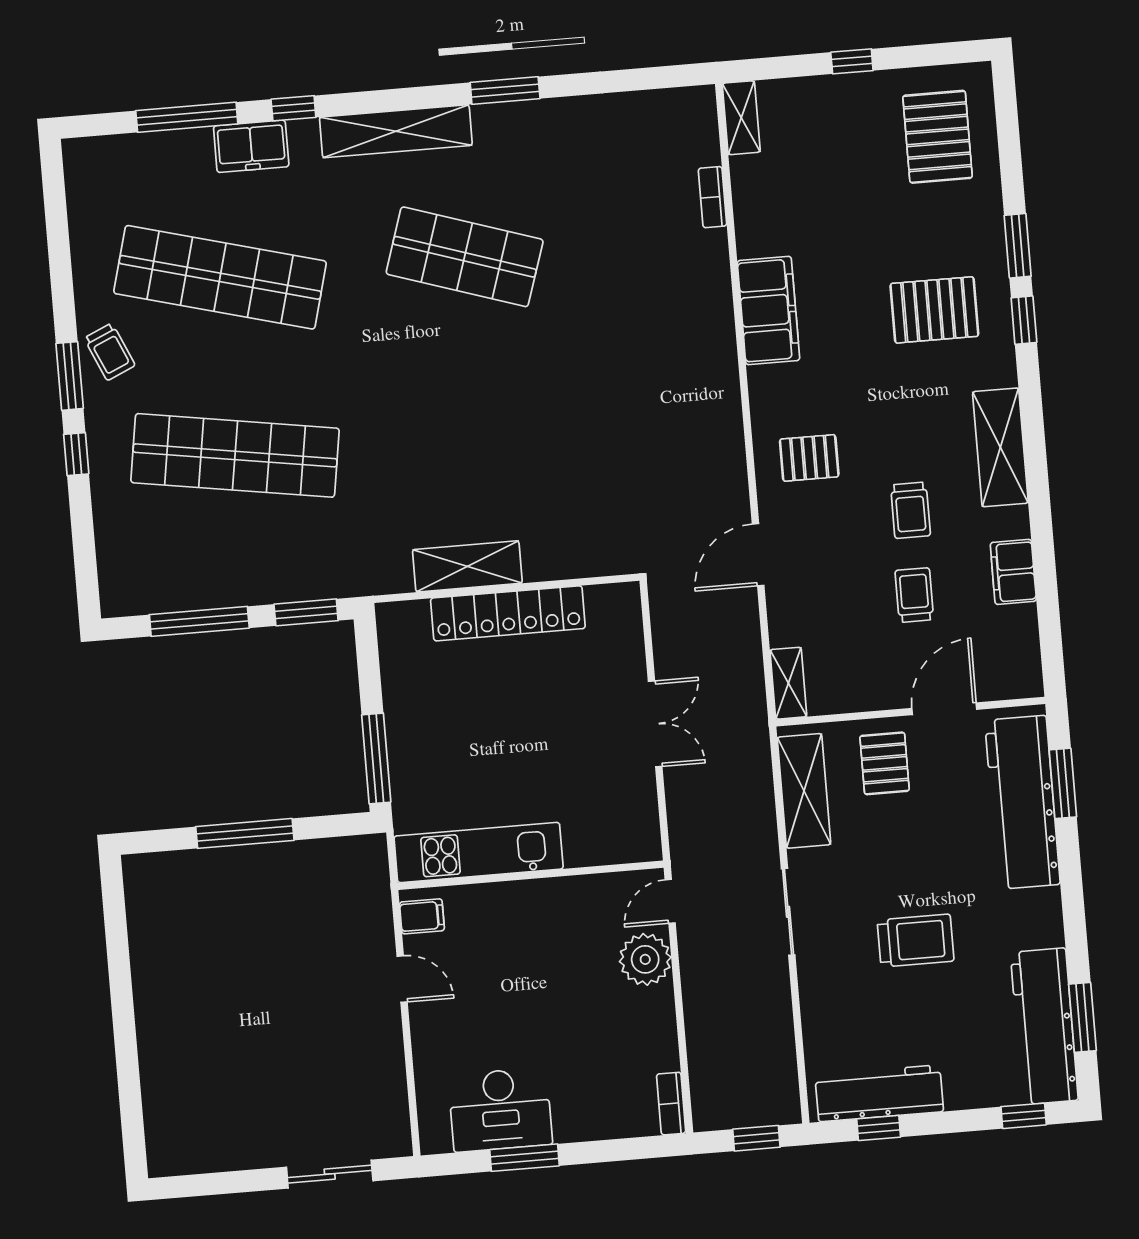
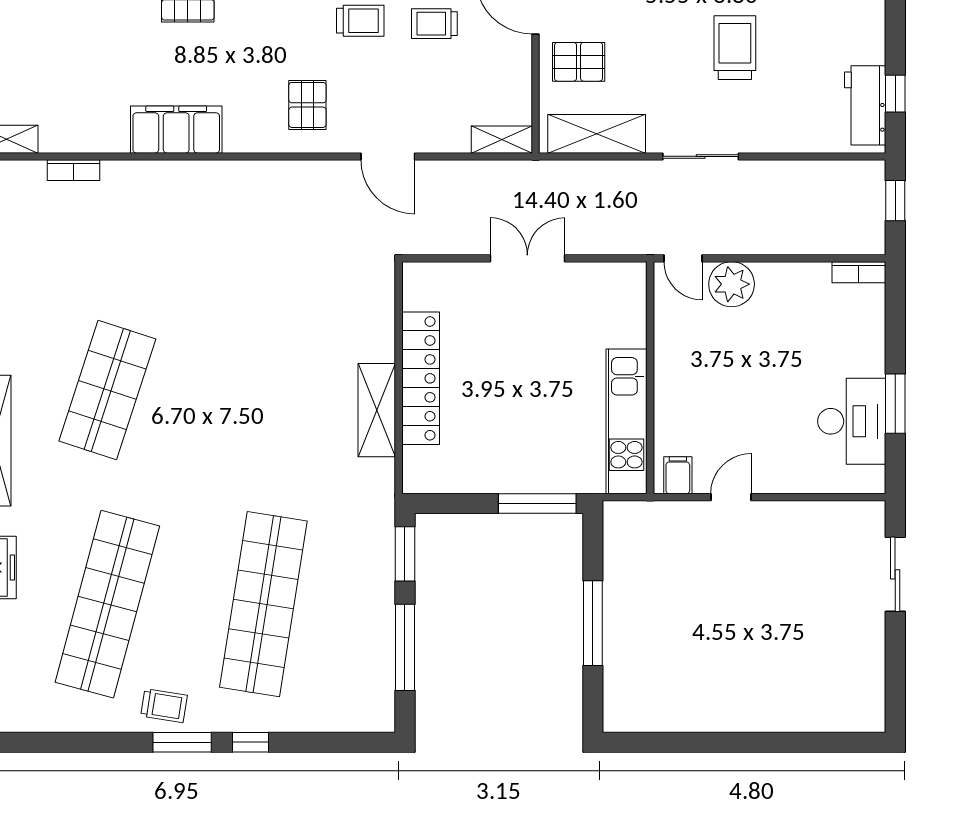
trolley: (110, 352) -> (164, 706), turned 33
workbench: (879, 1093) -> (865, 105), width x0.73

